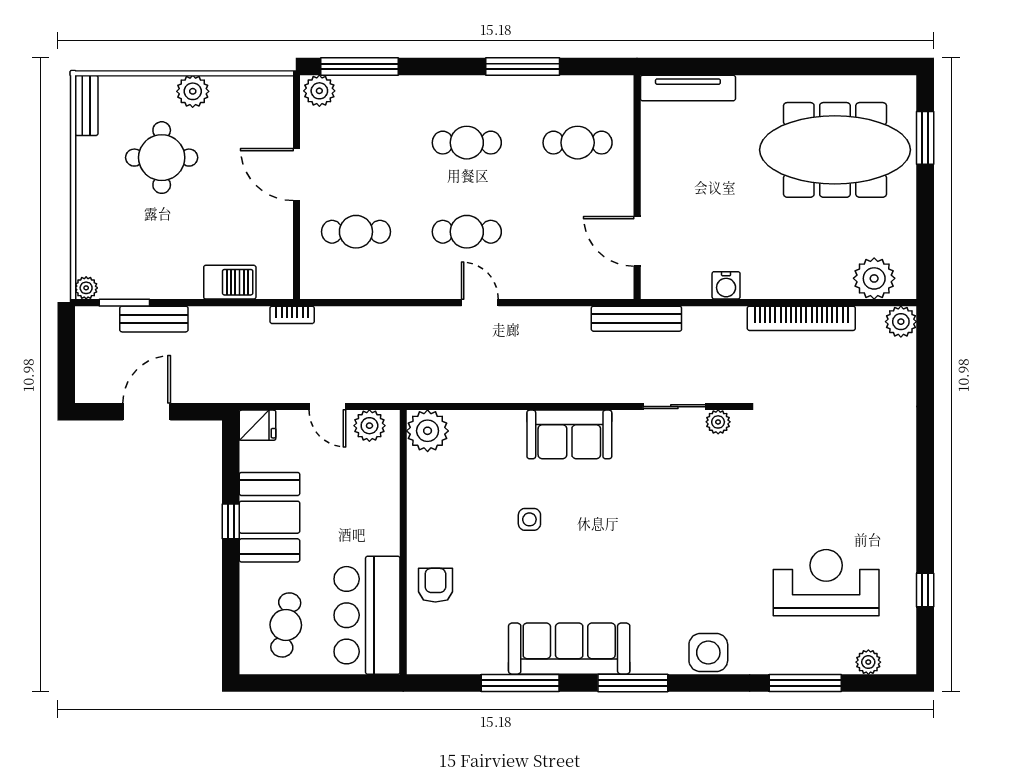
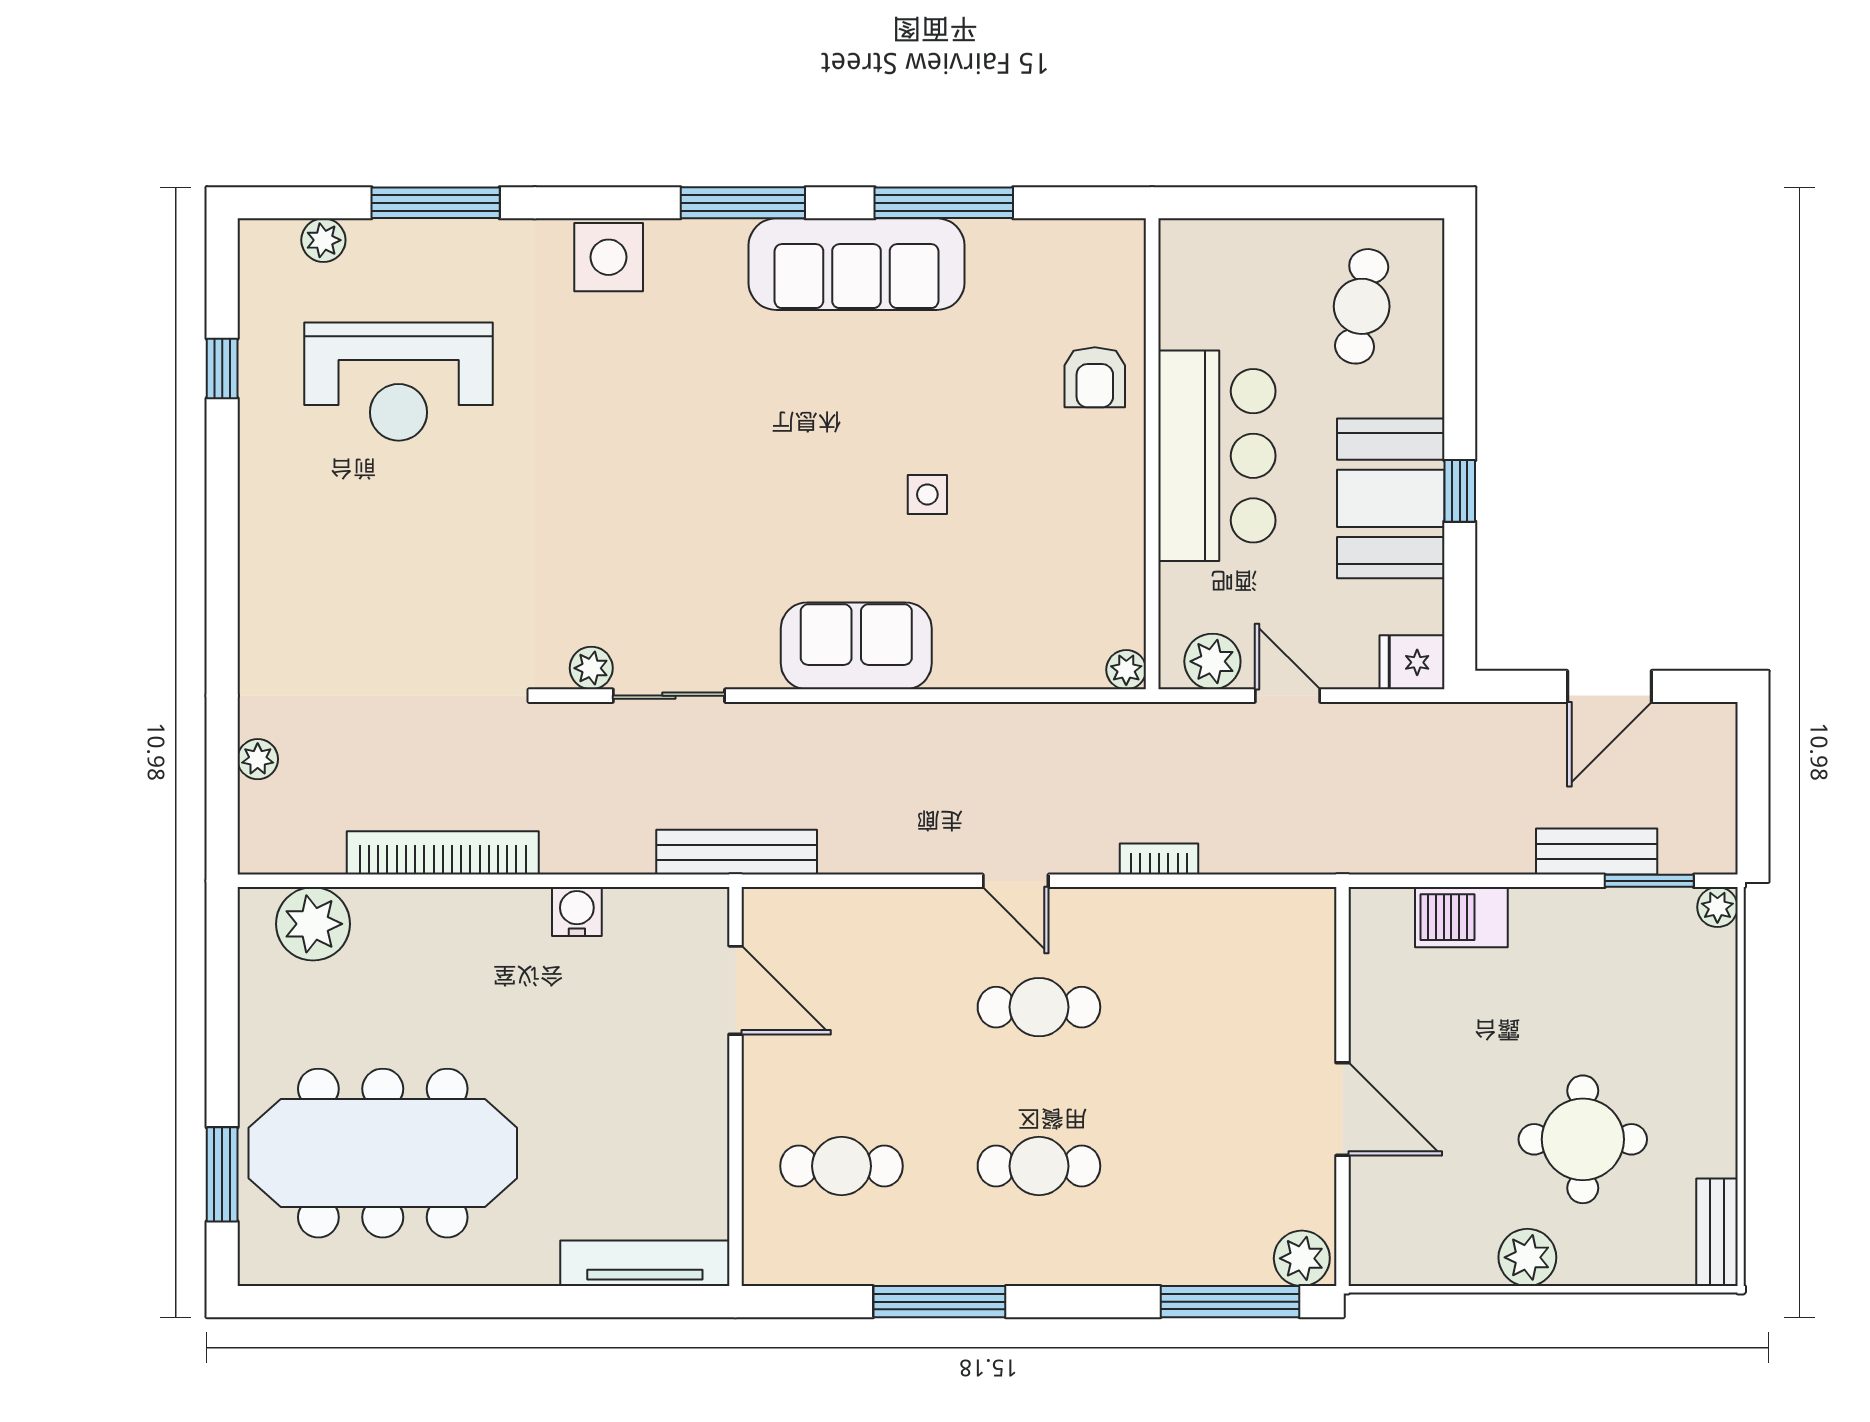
cafe table: (356, 232) -> (1236, 1007), removed
bookcase: (292, 315) -> (1159, 859), moved
plant: (901, 322) -> (258, 759), moved, width x0.73, depth x0.73
plant: (428, 431) -> (1126, 670), width x0.53, depth x0.53
bar counter: (367, 615) -> (1217, 456), moved

